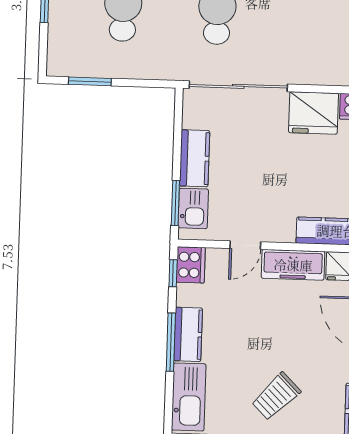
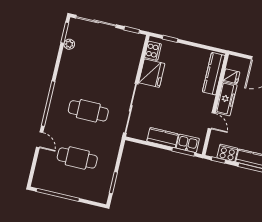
cooker: (191, 265) -> (227, 153), moved

